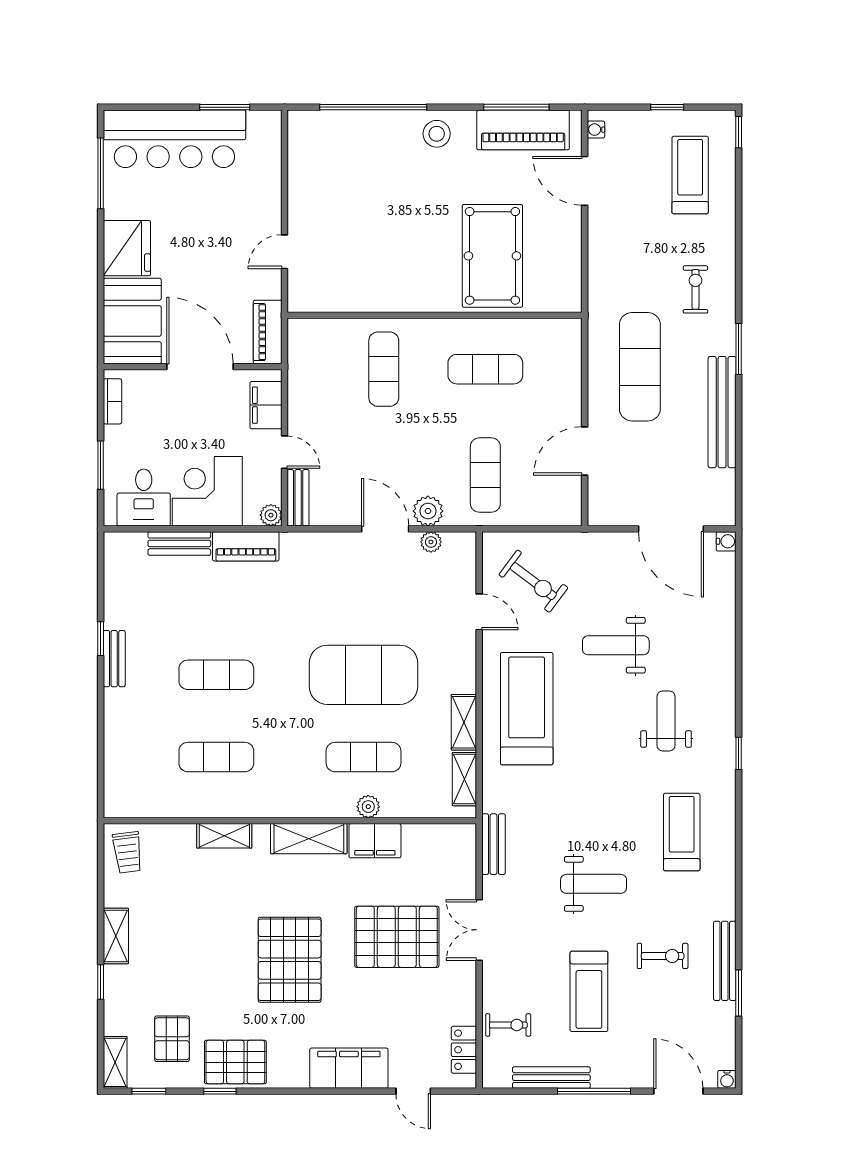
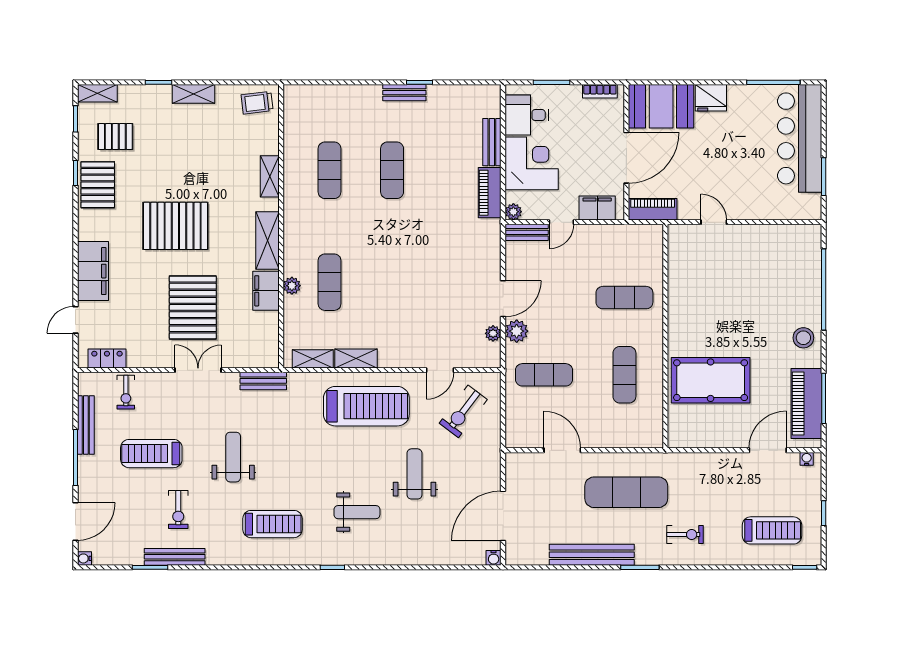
fridge: (127, 248) -> (711, 98), width x0.73, depth x0.75
exercise mat: (364, 675) -> (392, 282), removed
weight bench: (594, 884) -> (233, 457), turned 180

